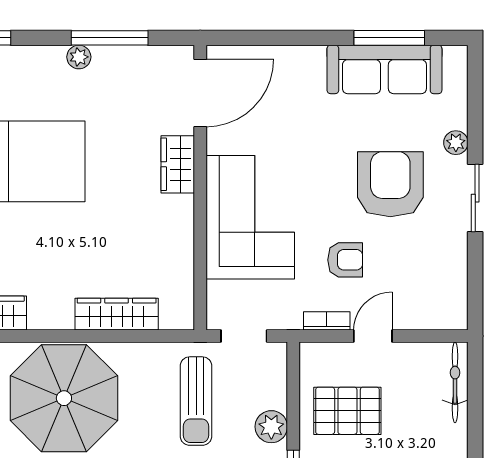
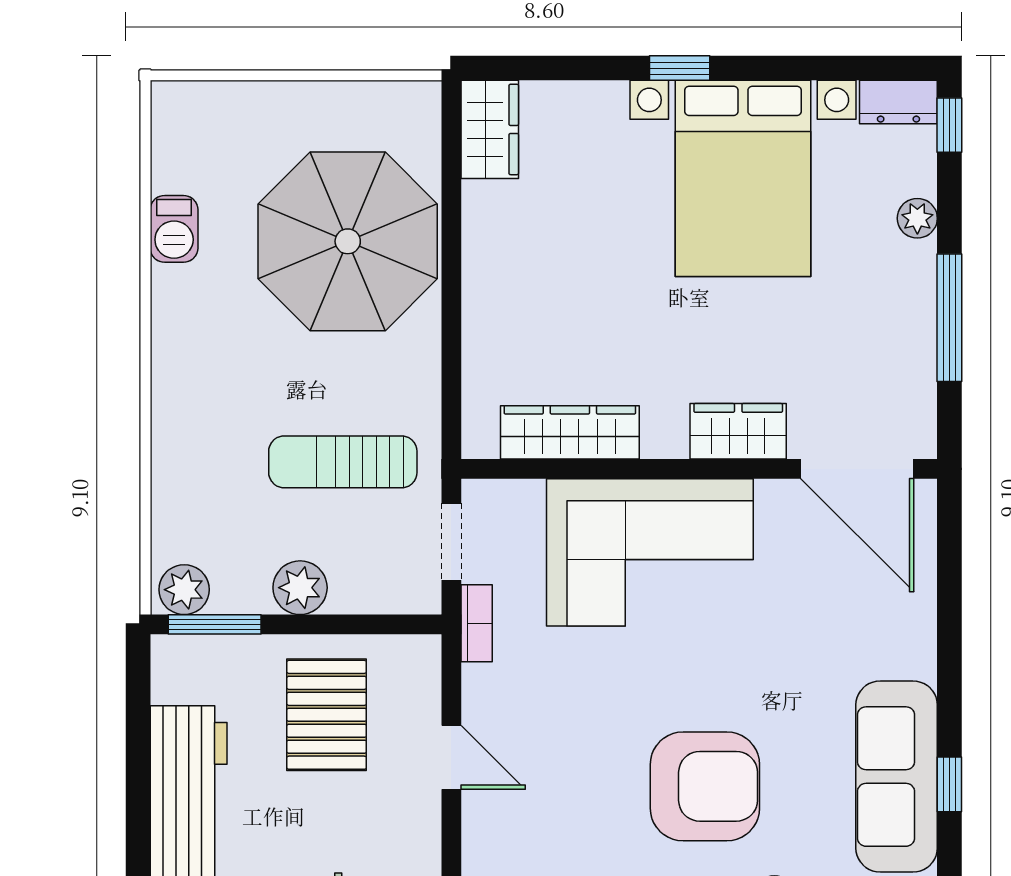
window: (389, 38) -> (949, 784), width x0.46
plant: (79, 57) -> (917, 218), moved
armchair: (345, 260) -> (579, 711), removed
wardrobe: (117, 314) -> (570, 432), moved, turned -90
bookcase: (327, 321) -> (477, 623), moved

